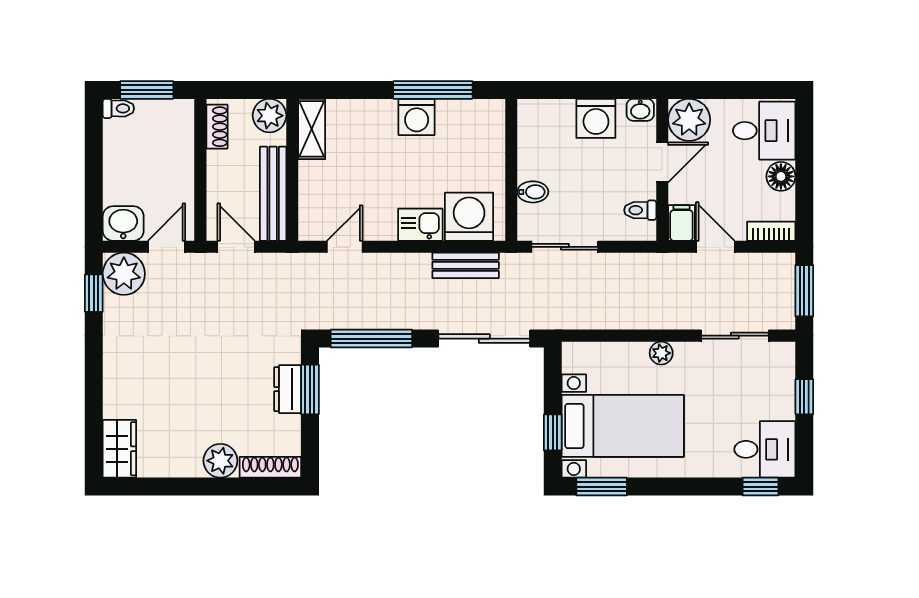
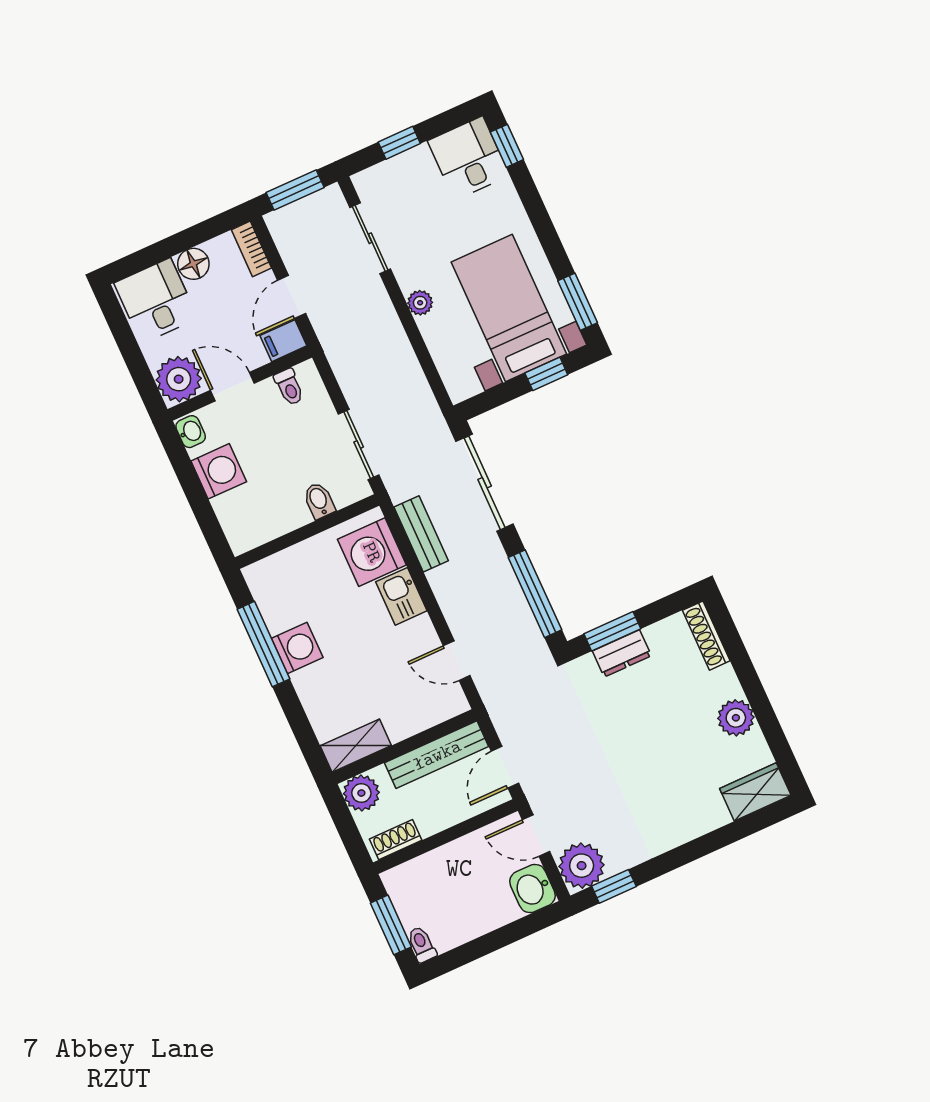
plant: (220, 461) -> (736, 718), moved

